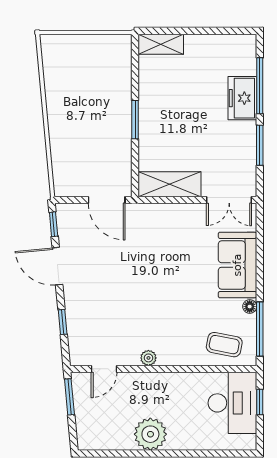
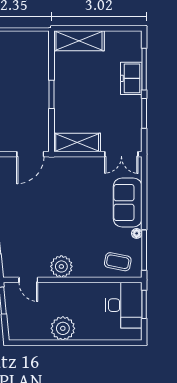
shelving: (161, 44) -> (79, 41), width x1.50, depth x1.33
door: (107, 200) -> (30, 154), hinge flipped
plant: (148, 358) -> (61, 266), width x1.88, depth x1.88
door: (104, 369) -> (28, 280), hinge flipped
window: (260, 402) -> (144, 304), width x1.50

